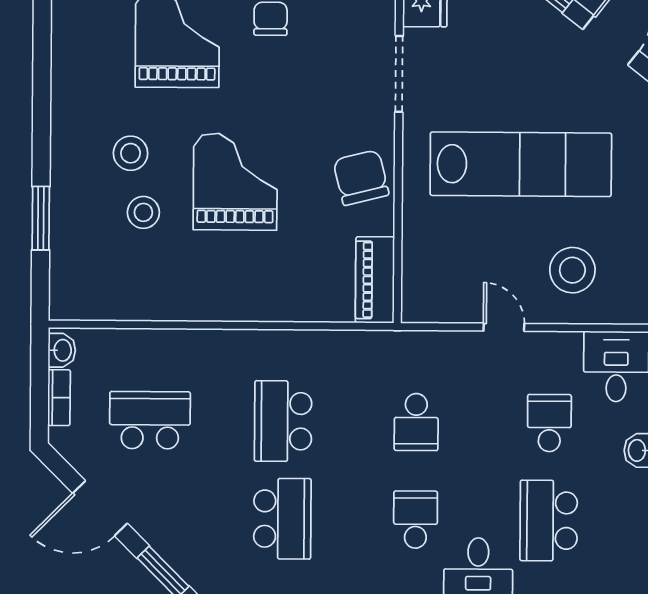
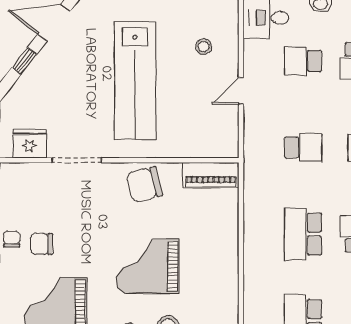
lab bench: (521, 164) -> (135, 81), turned 180
stool: (572, 270) -> (204, 47), width x0.53, depth x0.53
school desk: (283, 421) -> (303, 234), turned 90

